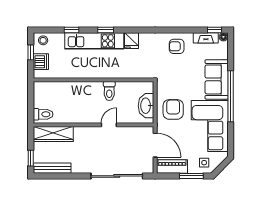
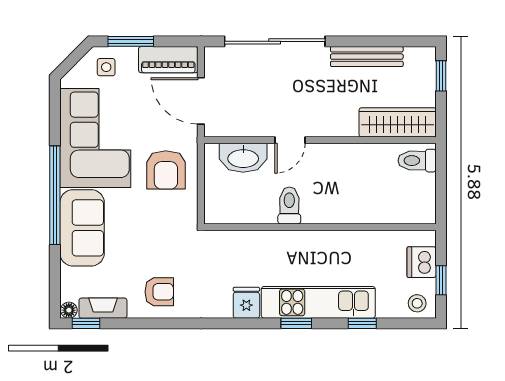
washbasin: (146, 106) -> (243, 158), moved, turned 90
bench: (52, 168) -> (367, 57), moved

